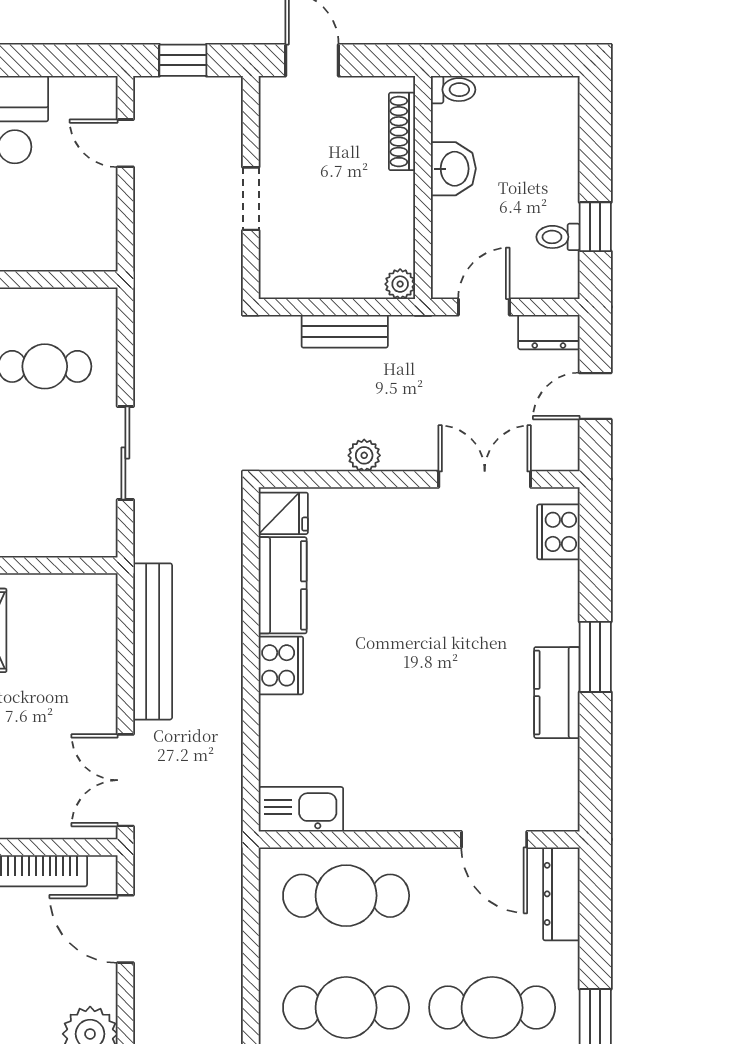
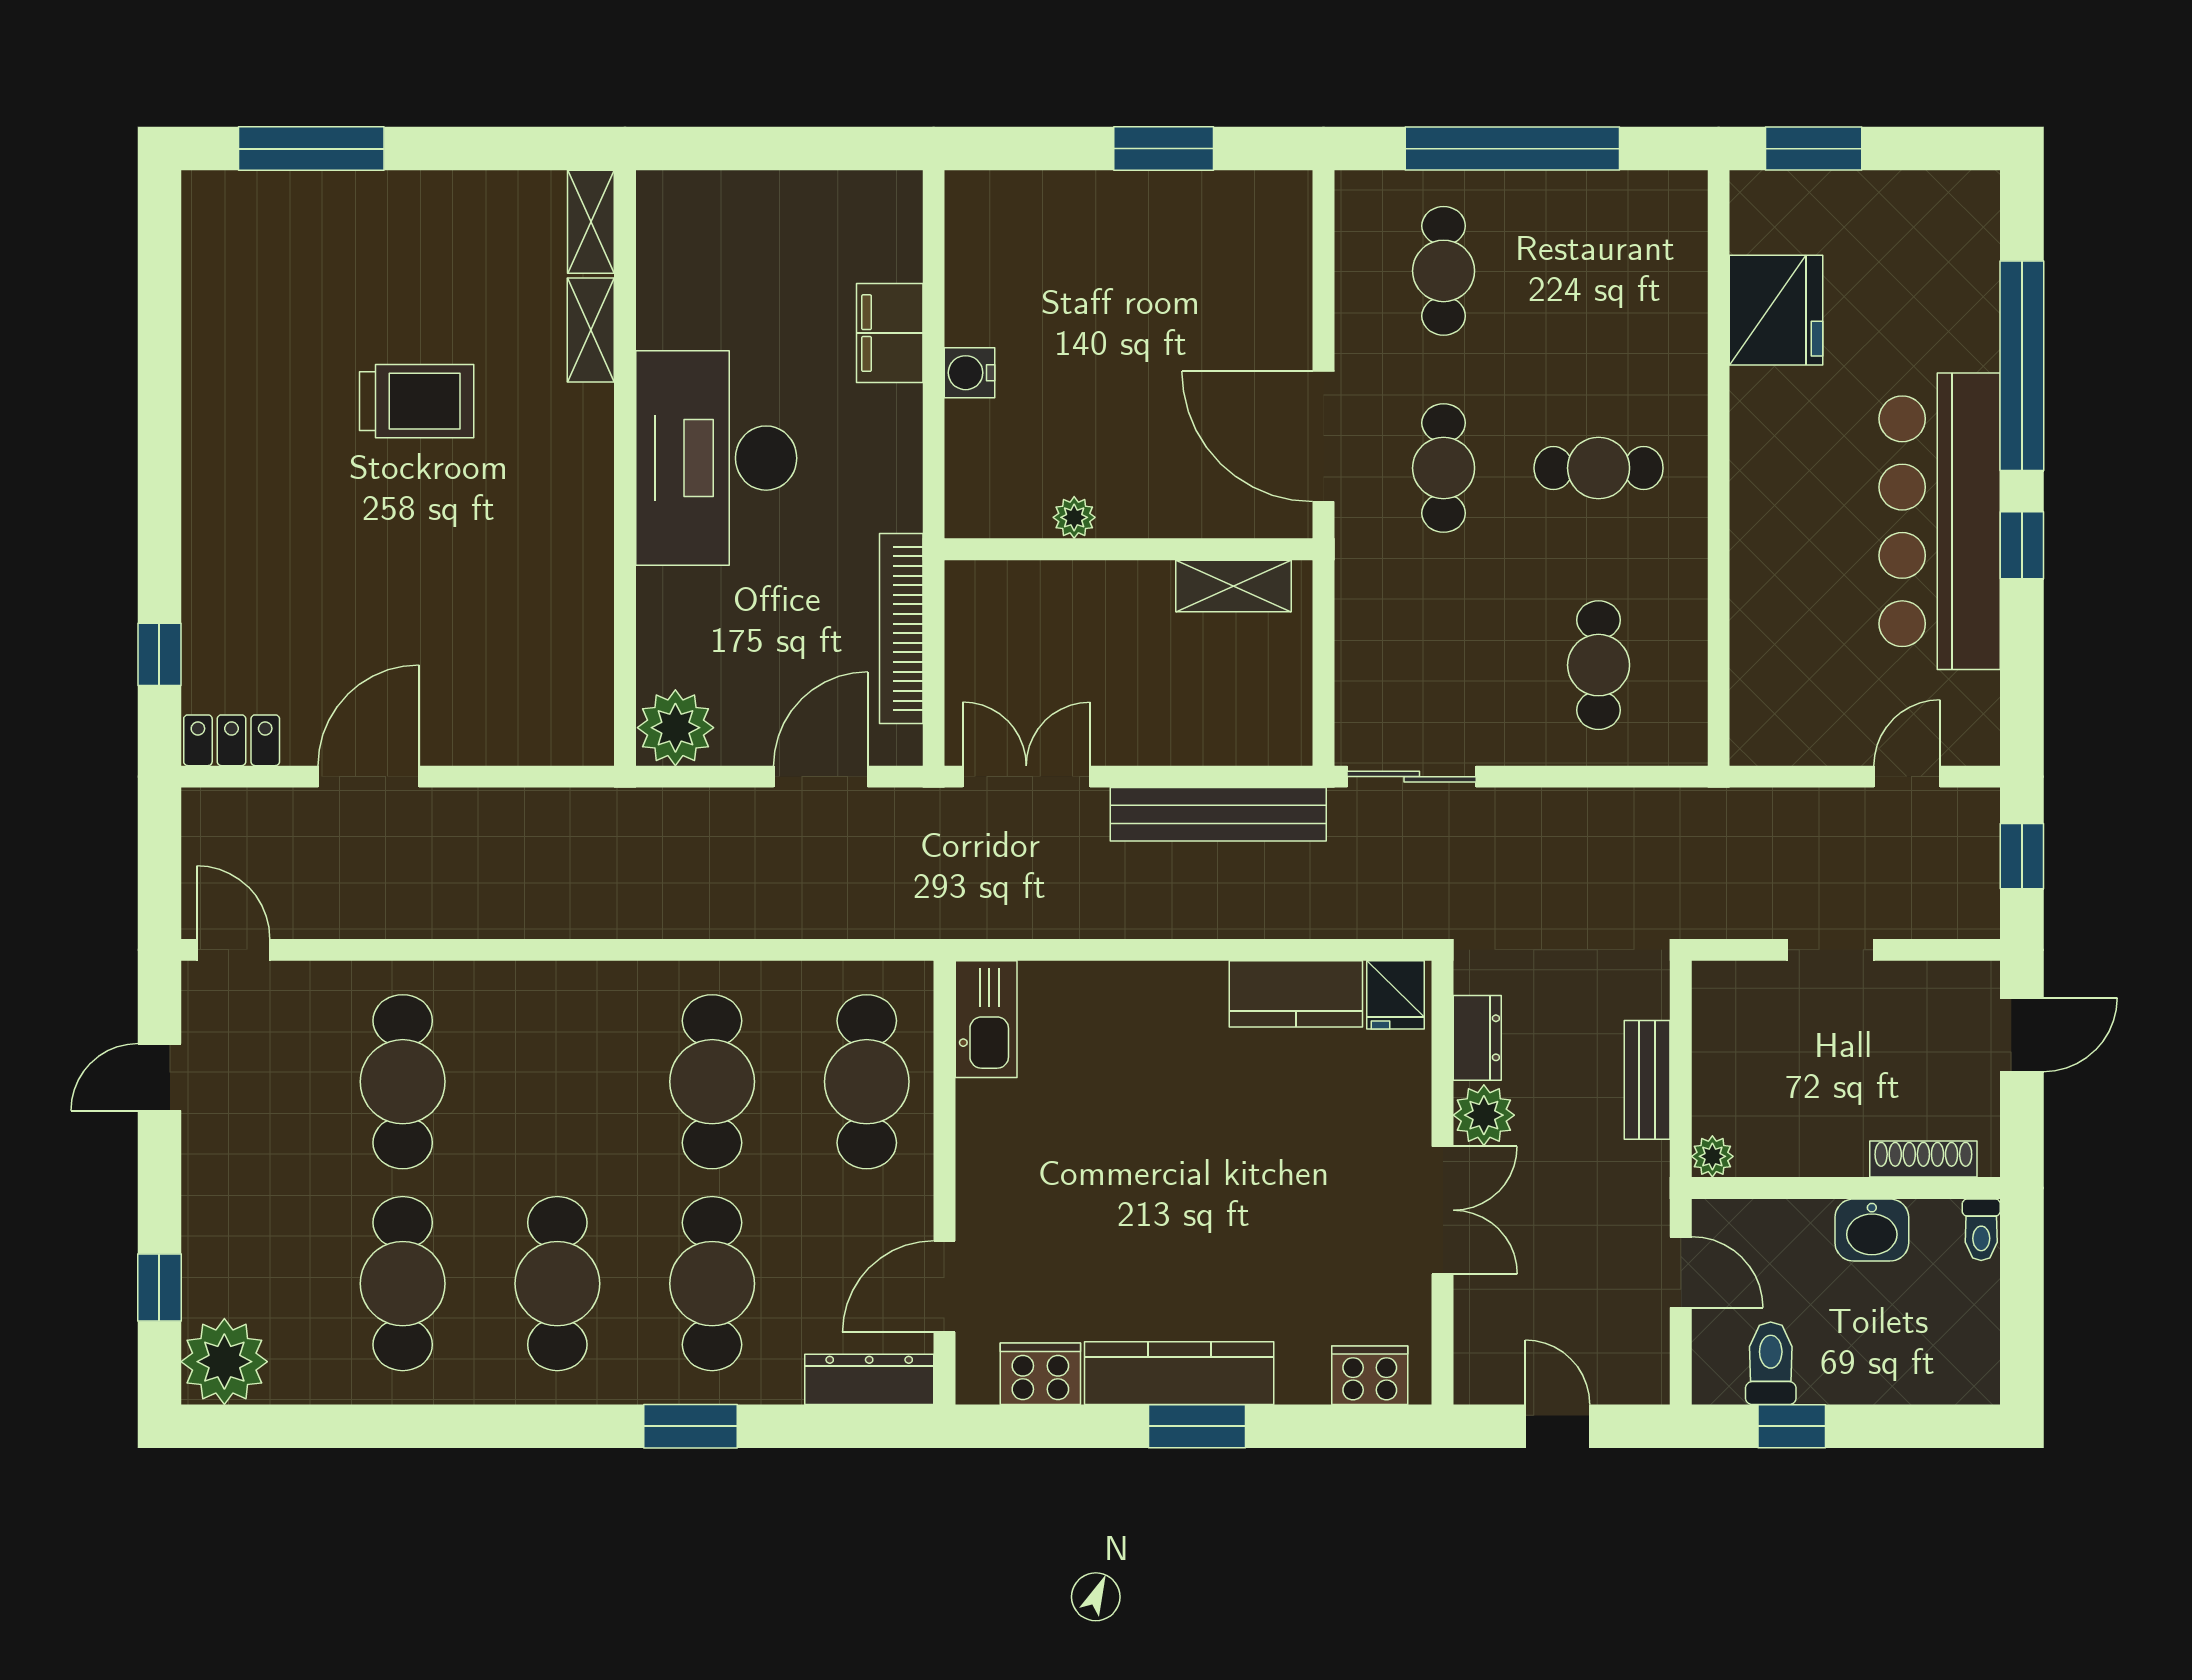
toilet: (558, 237) -> (1771, 1363), width x1.37, depth x1.39
dresser: (549, 332) -> (1477, 1038), moved, turned 180
sliding door: (125, 453) -> (1412, 777), moved
plant: (364, 455) -> (1484, 1115), width x1.38, depth x1.38
double door: (485, 479) -> (1443, 1210), moved
cooker: (281, 665) -> (1040, 1374), moved, turned 180
kitchen counter: (557, 693) -> (1179, 1373), width x1.50

